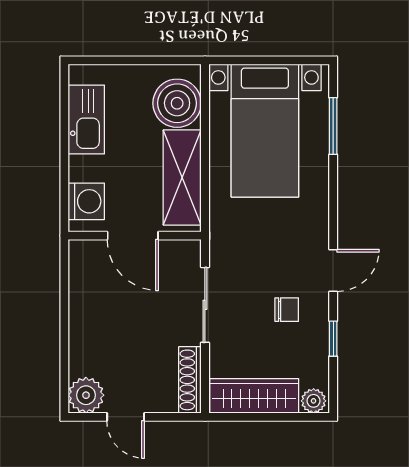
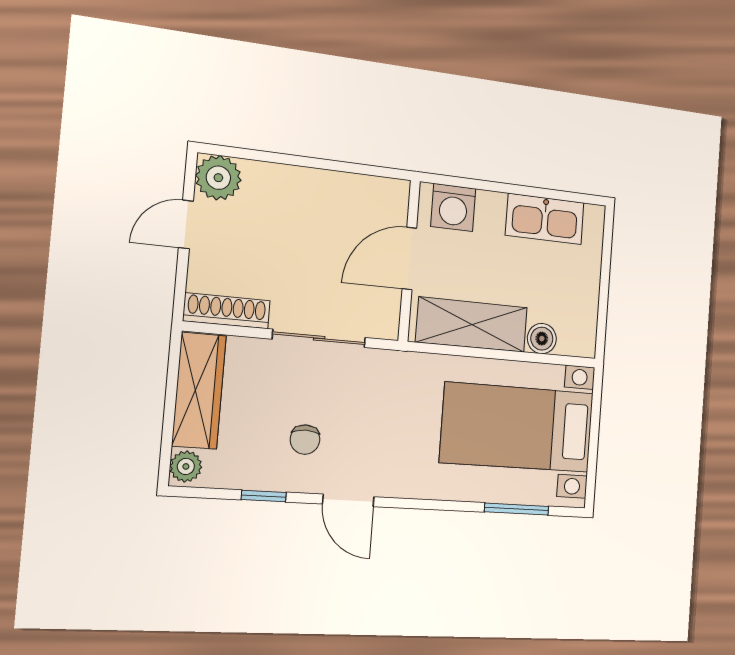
boiler: (177, 103) -> (542, 339), width x0.54, depth x0.54

